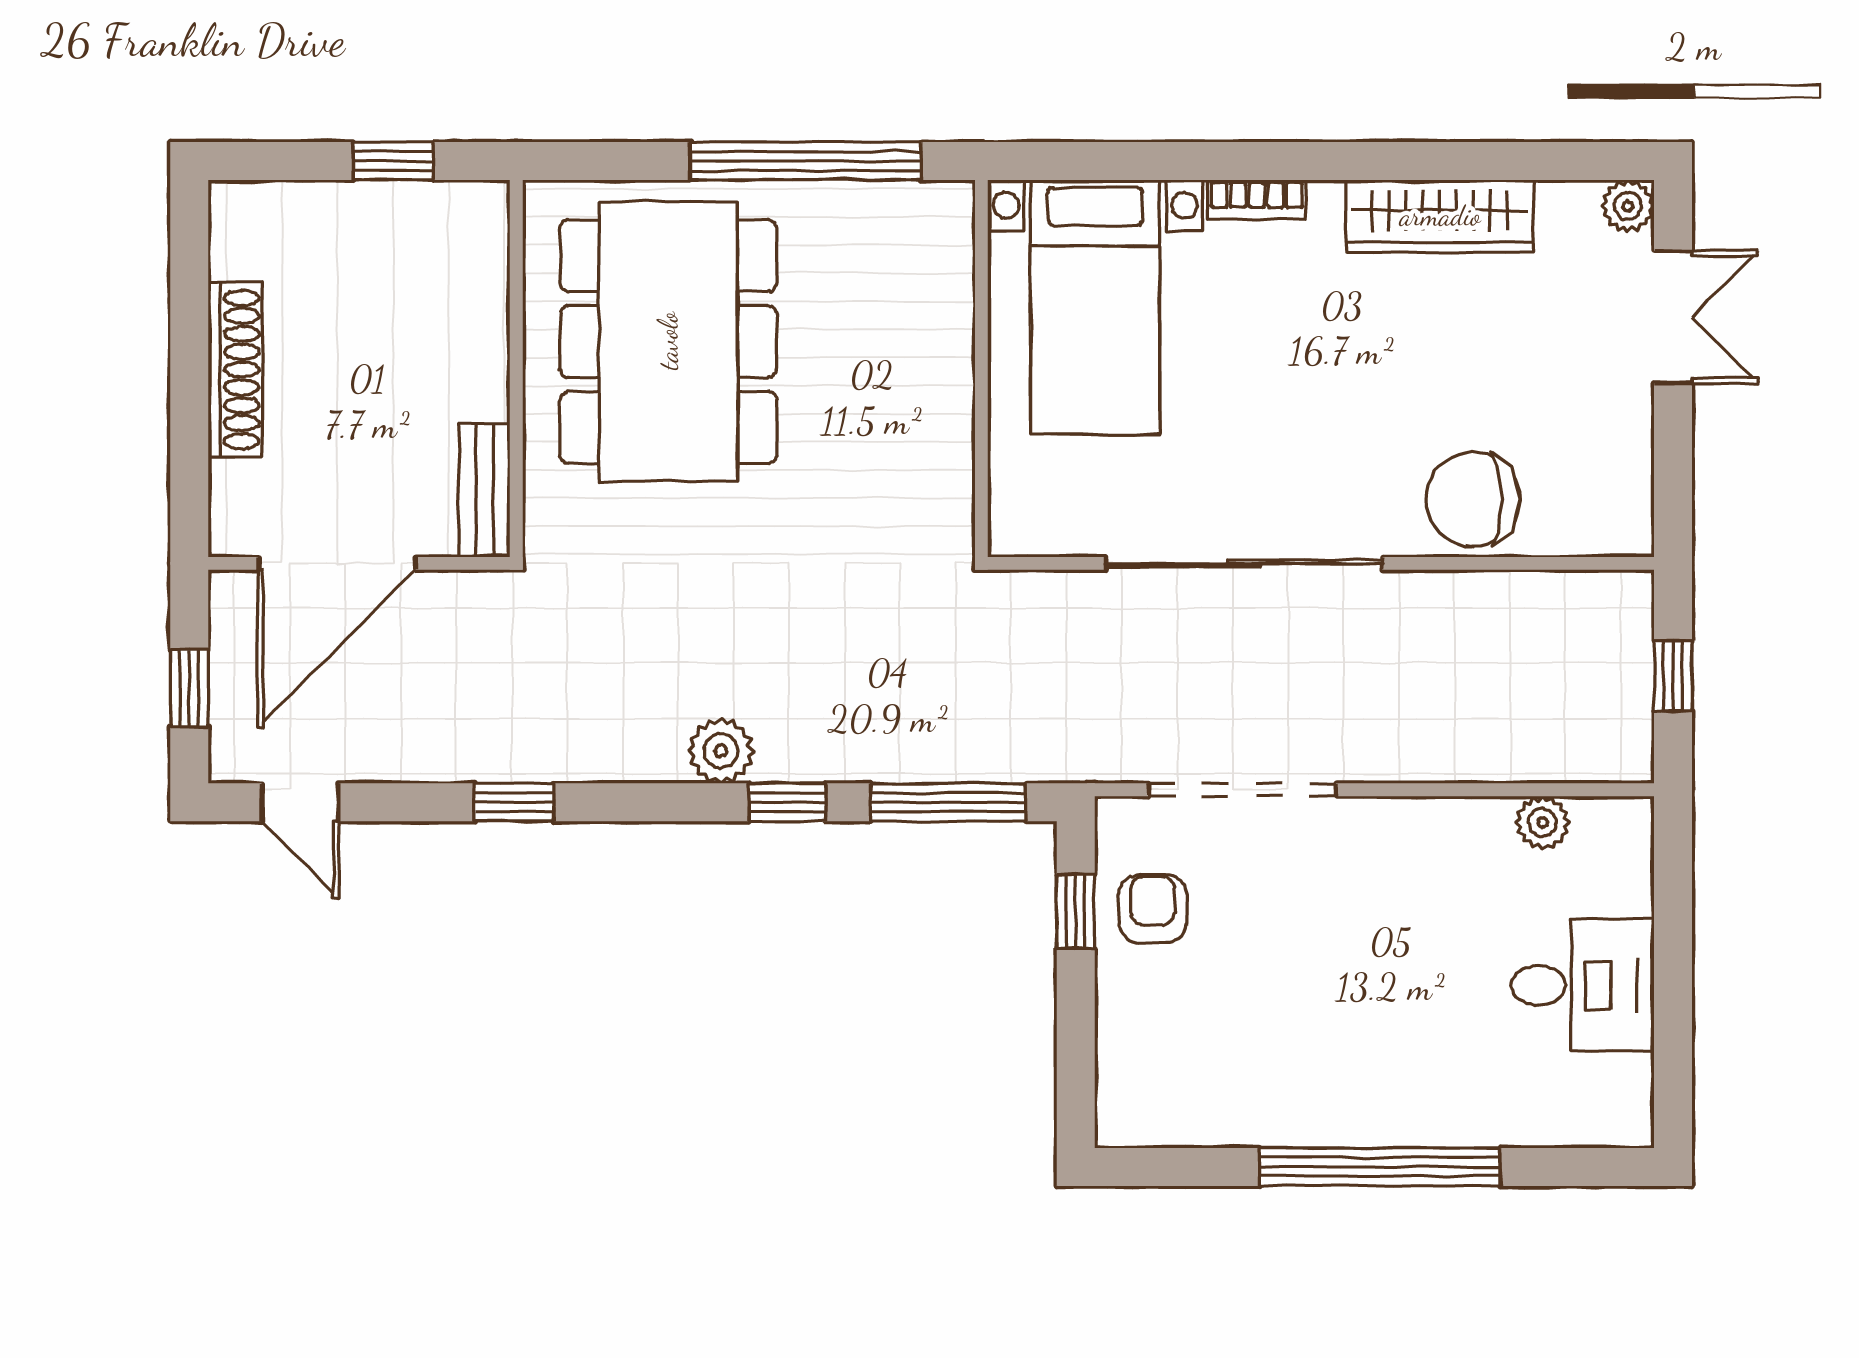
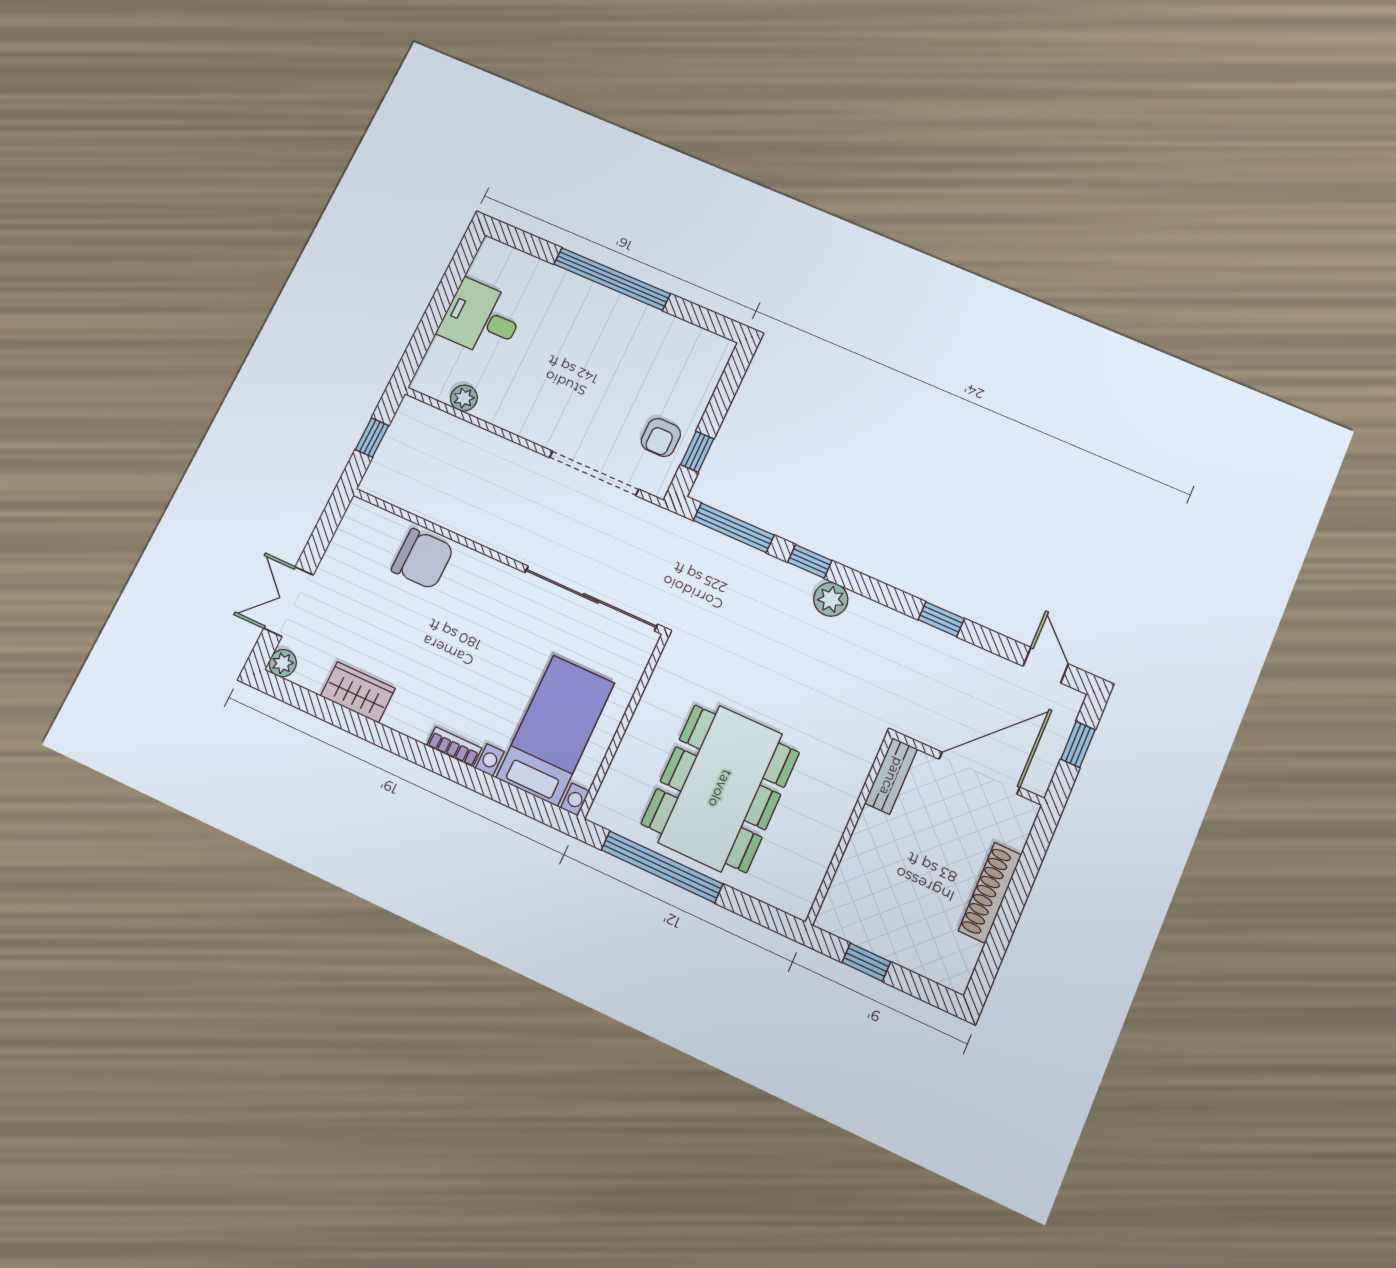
wardrobe: (1440, 216) -> (358, 692), width x0.67
dining table: (668, 341) -> (720, 788), moved
sliding door: (1244, 563) -> (591, 598), moved

